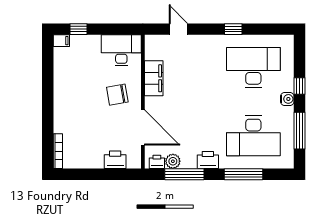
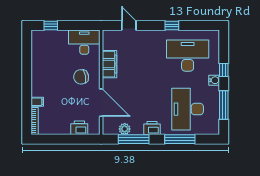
filing cabinet: (61, 41) -> (37, 102), moved
desk: (253, 136) -> (188, 109), turned 90
printer: (157, 162) -> (112, 129), removed

